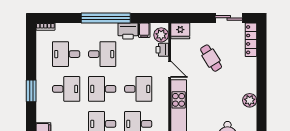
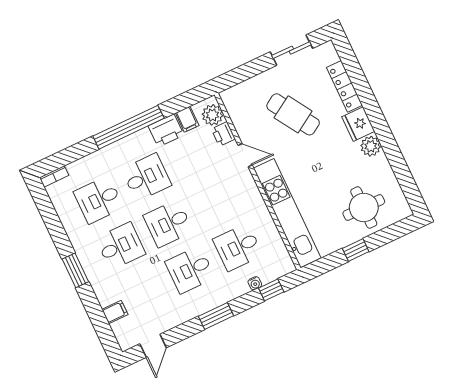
fridge: (180, 31) -> (358, 124), moved, turned 90
locker: (251, 40) -> (344, 86), moved
cafe table: (211, 58) -> (293, 114), width x1.37, depth x1.35
desk: (138, 89) -> (216, 201), removed

